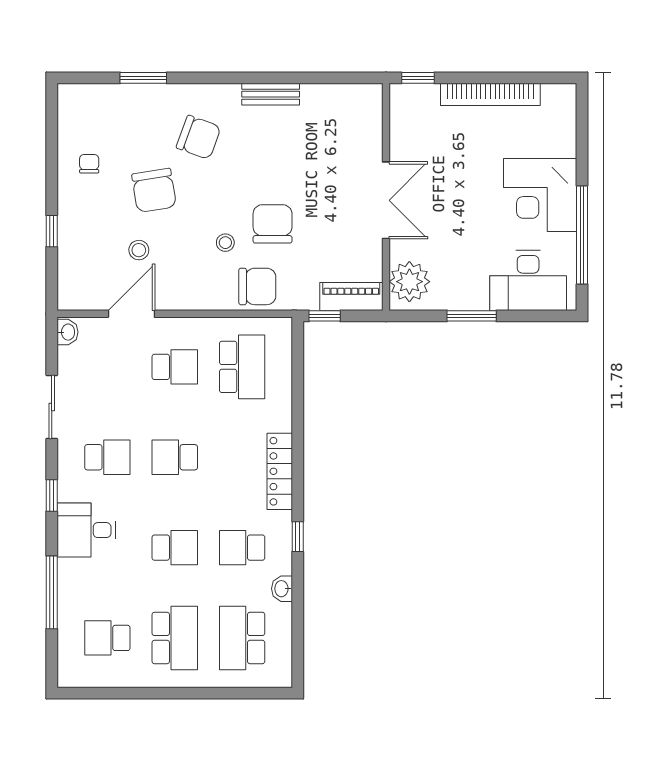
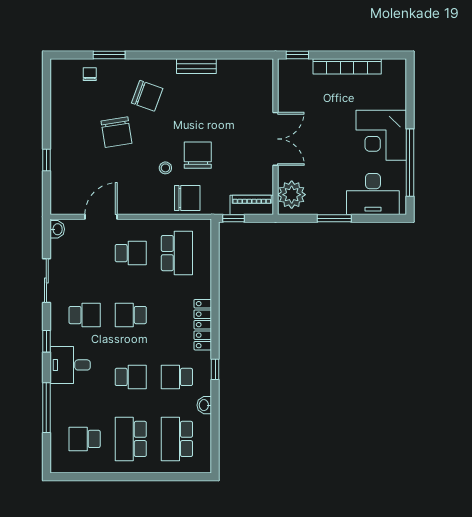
chair: (89, 164) -> (90, 74), moved
stool: (139, 250) -> (106, 173), removed
school desk: (175, 638) -> (131, 439), turned 180

